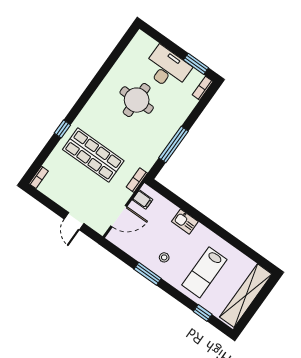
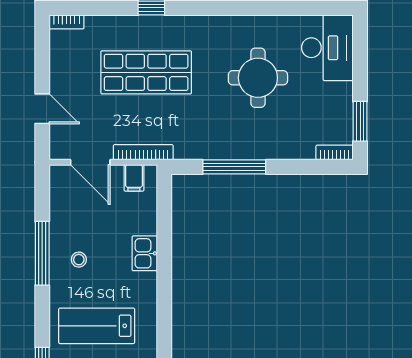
desk: (167, 68) -> (327, 48), moved
shop shelf: (93, 155) -> (146, 72), turned 90
bookcase: (137, 180) -> (143, 152), width x1.56
door: (74, 221) -> (42, 109), swing flipped
window: (148, 274) -> (42, 253), width x1.44

